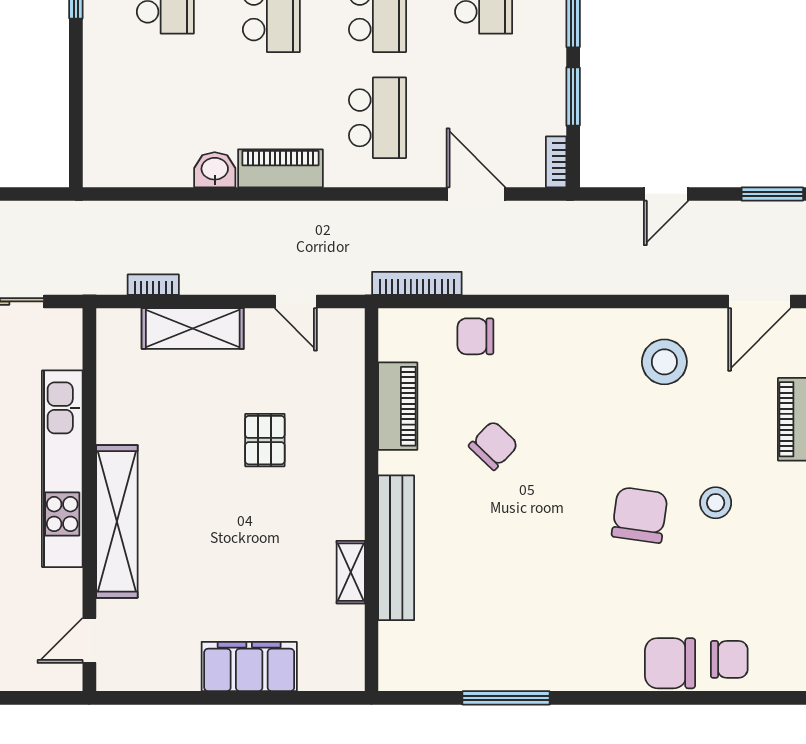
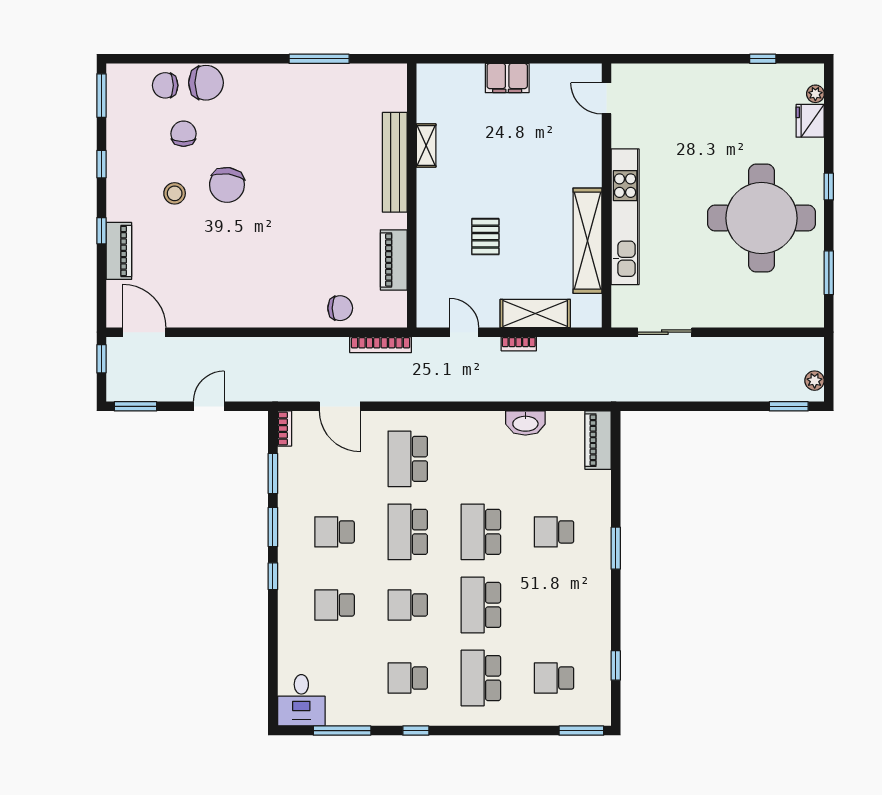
piano: (280, 168) -> (598, 440), moved, turned 90
washbasin: (215, 170) -> (525, 423), width x1.38
bookcase: (153, 285) -> (519, 344), moved
door: (759, 301) -> (144, 332), hinge flipped
stool: (664, 362) -> (210, 291), removed
chair: (493, 445) -> (184, 134), moved, turned 136
shelving: (117, 521) -> (587, 241), moved
door: (89, 640) -> (606, 98), swing flipped
filing cabinet: (249, 666) -> (507, 78), width x0.67, depth x0.86

